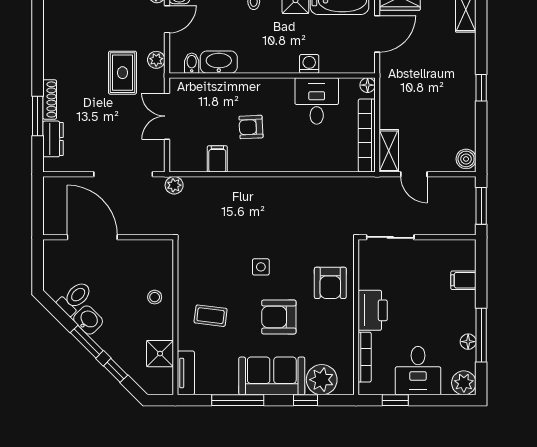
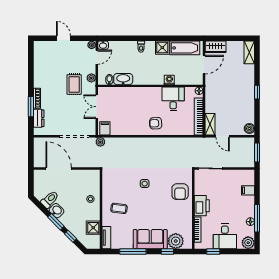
armchair: (251, 127) -> (156, 123), moved
filing cabinet: (217, 159) -> (105, 128), moved
armchair: (279, 317) -> (154, 209), removed

